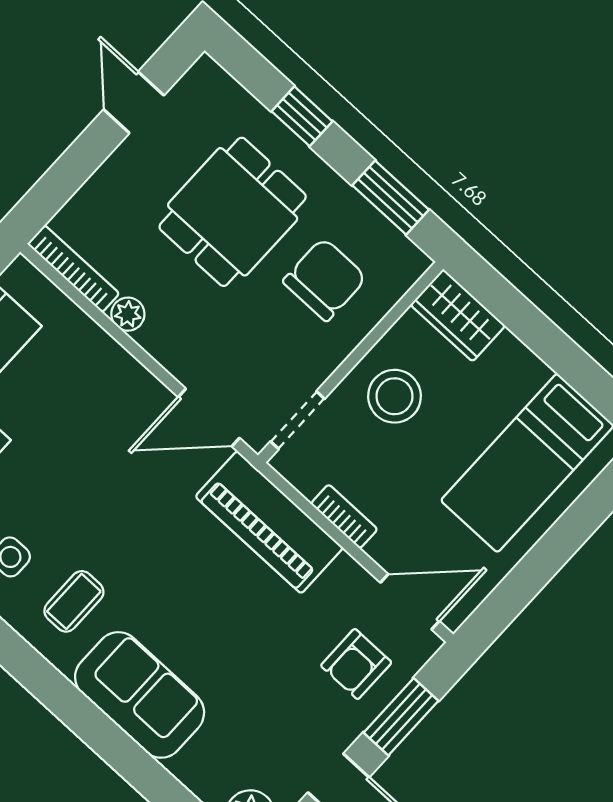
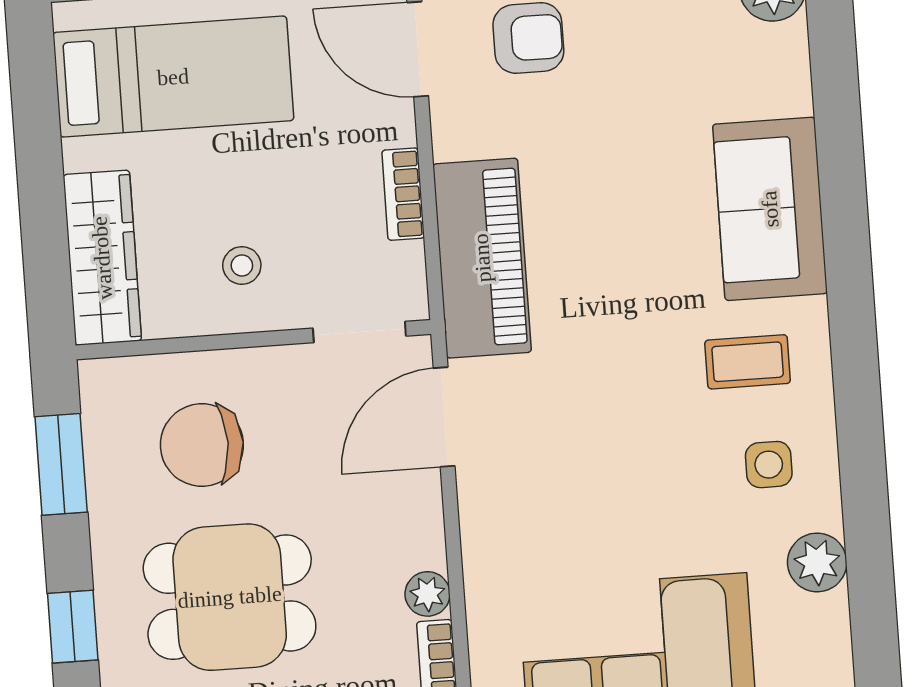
wardrobe: (458, 315) -> (102, 258), width x1.50
stool: (395, 396) -> (242, 265), width x0.53, depth x0.53
door: (209, 418) -> (444, 417), swing flipped

